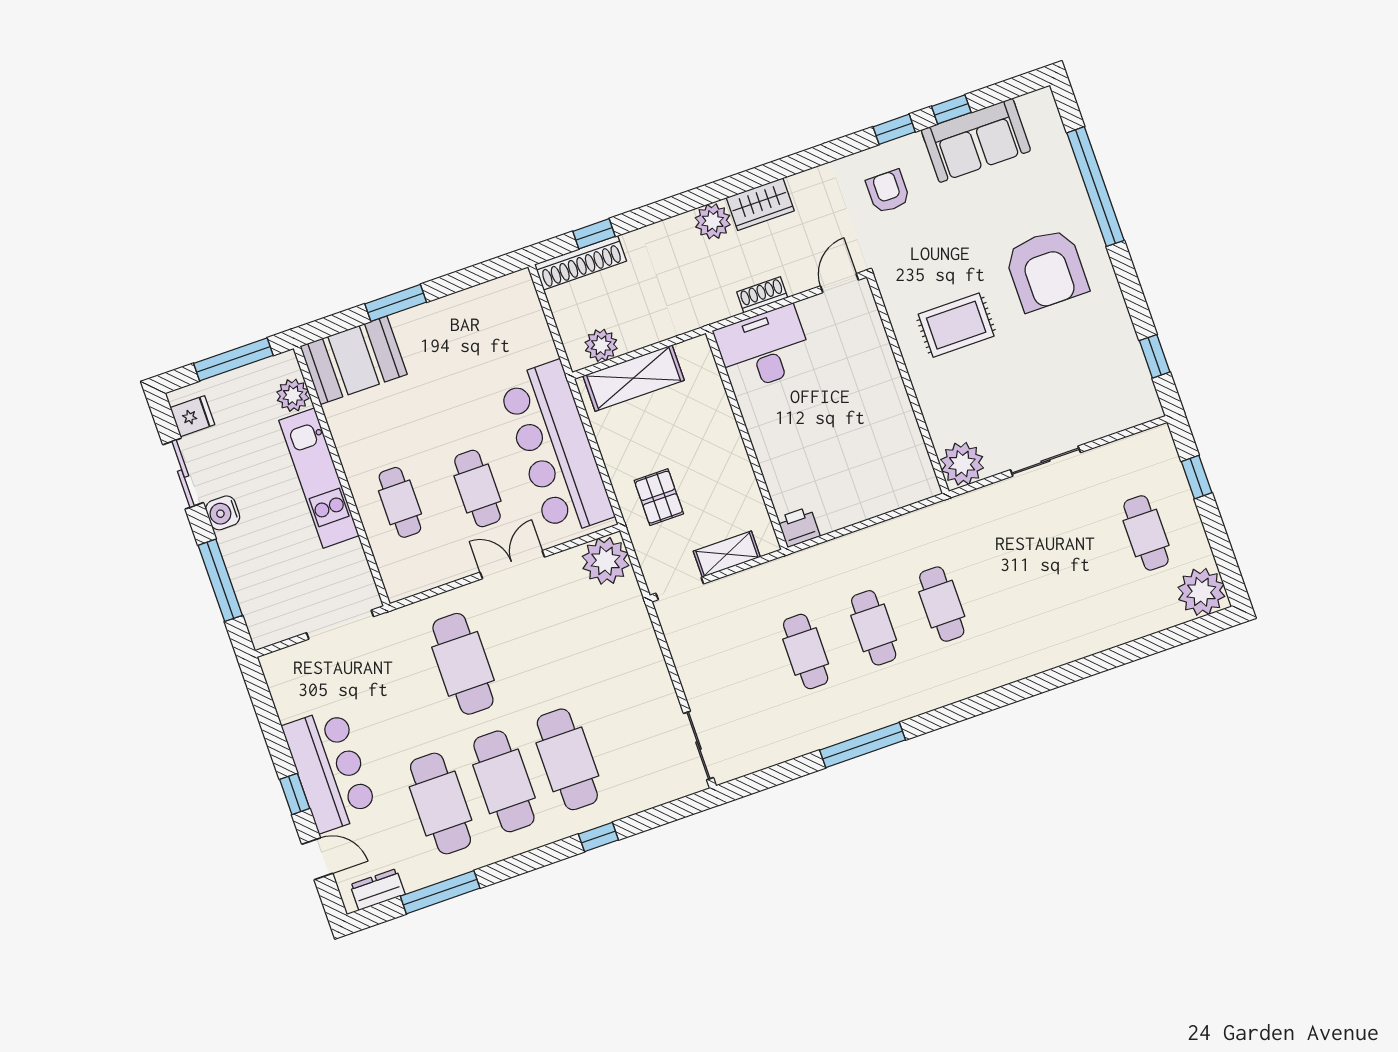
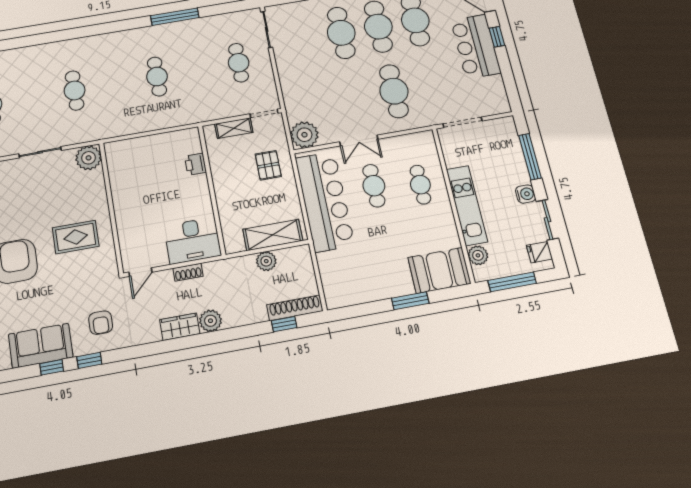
plant: (601, 345) -> (266, 261), moved
printer: (799, 527) -> (196, 164), moved, turned 90
cafe table: (942, 604) -> (75, 90), moved
cafe table: (806, 652) -> (239, 63), moved

